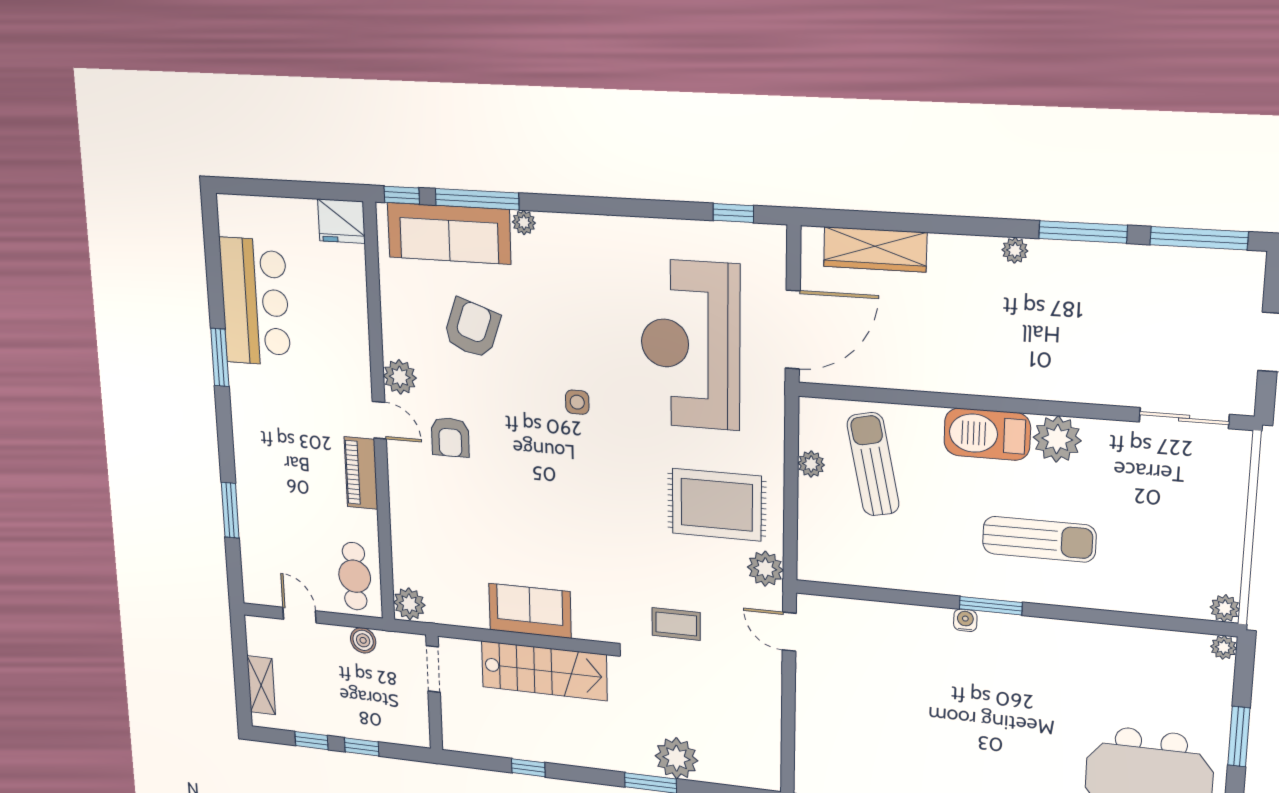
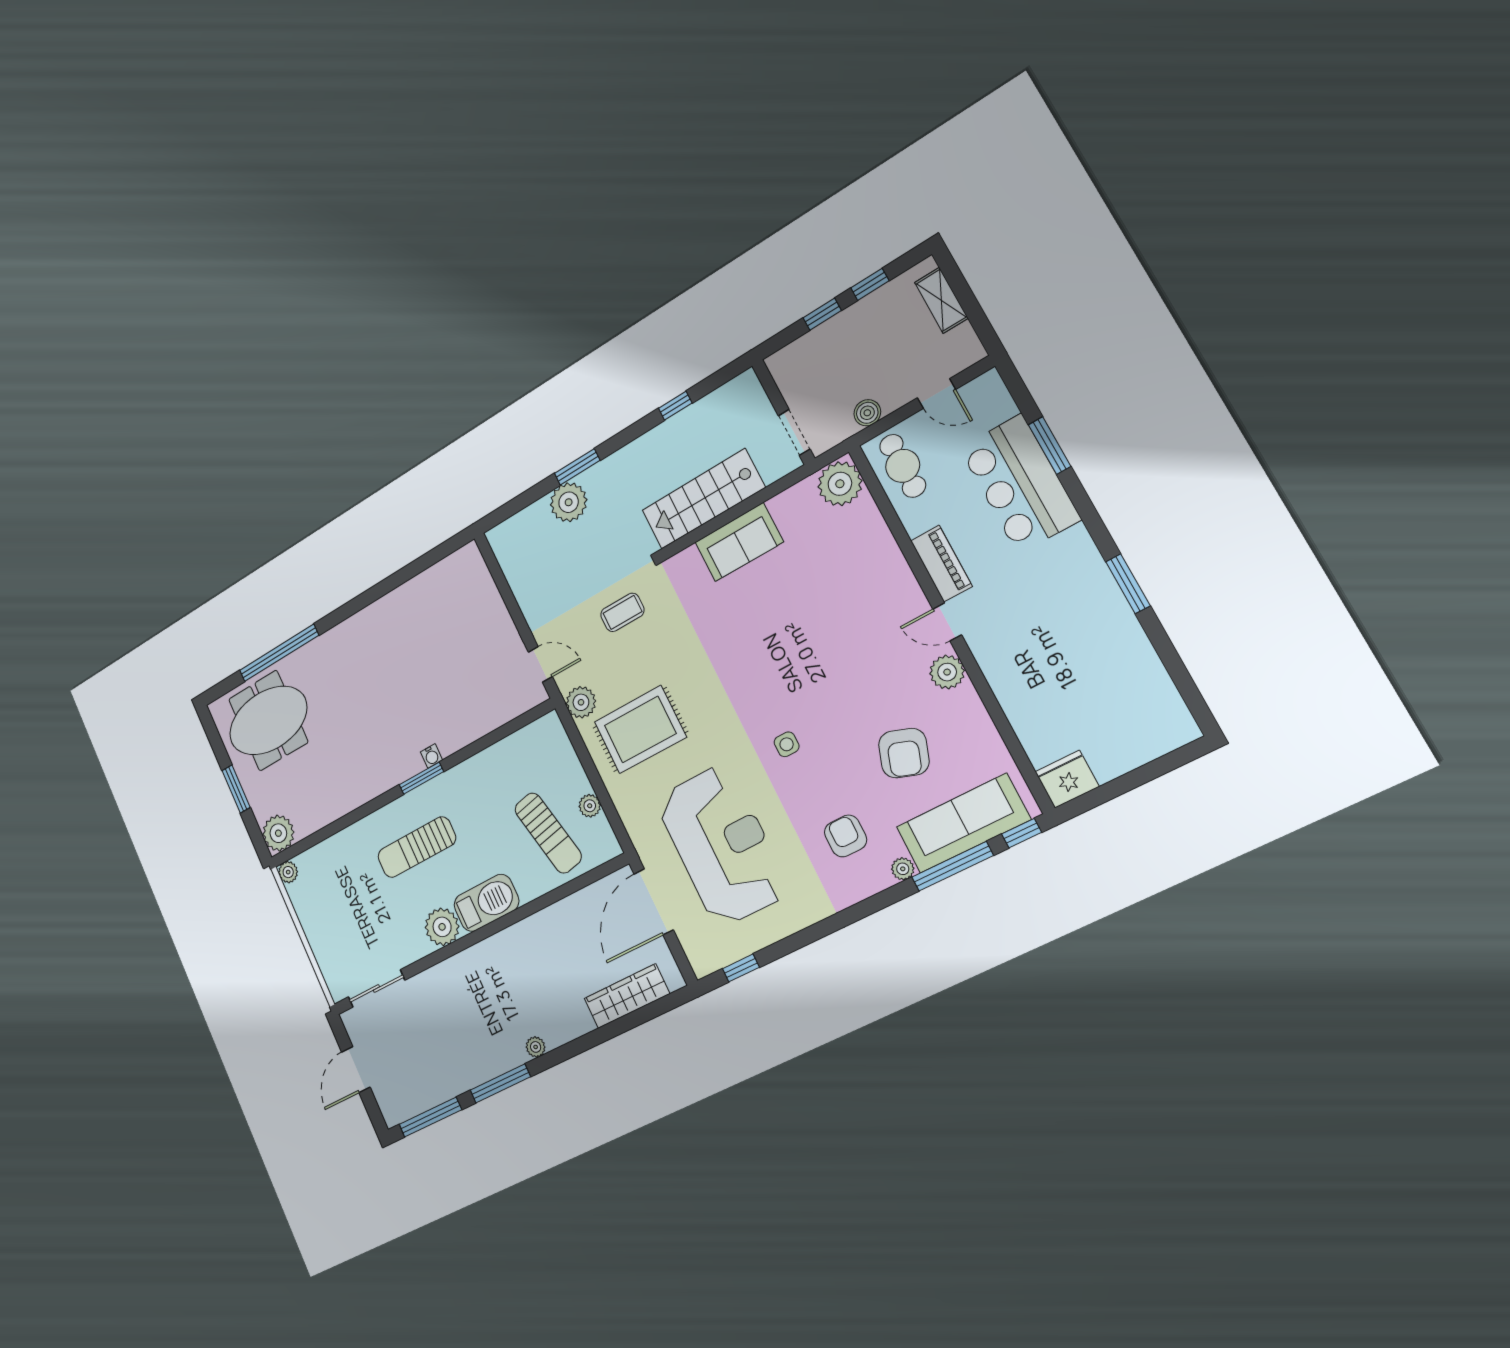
bar counter: (255, 302) -> (1020, 484), moved
armchair: (450, 437) -> (846, 836), moved
plant: (409, 604) -> (840, 484), width x1.36, depth x1.36
plant: (1224, 647) -> (278, 833), width x1.88, depth x1.88

